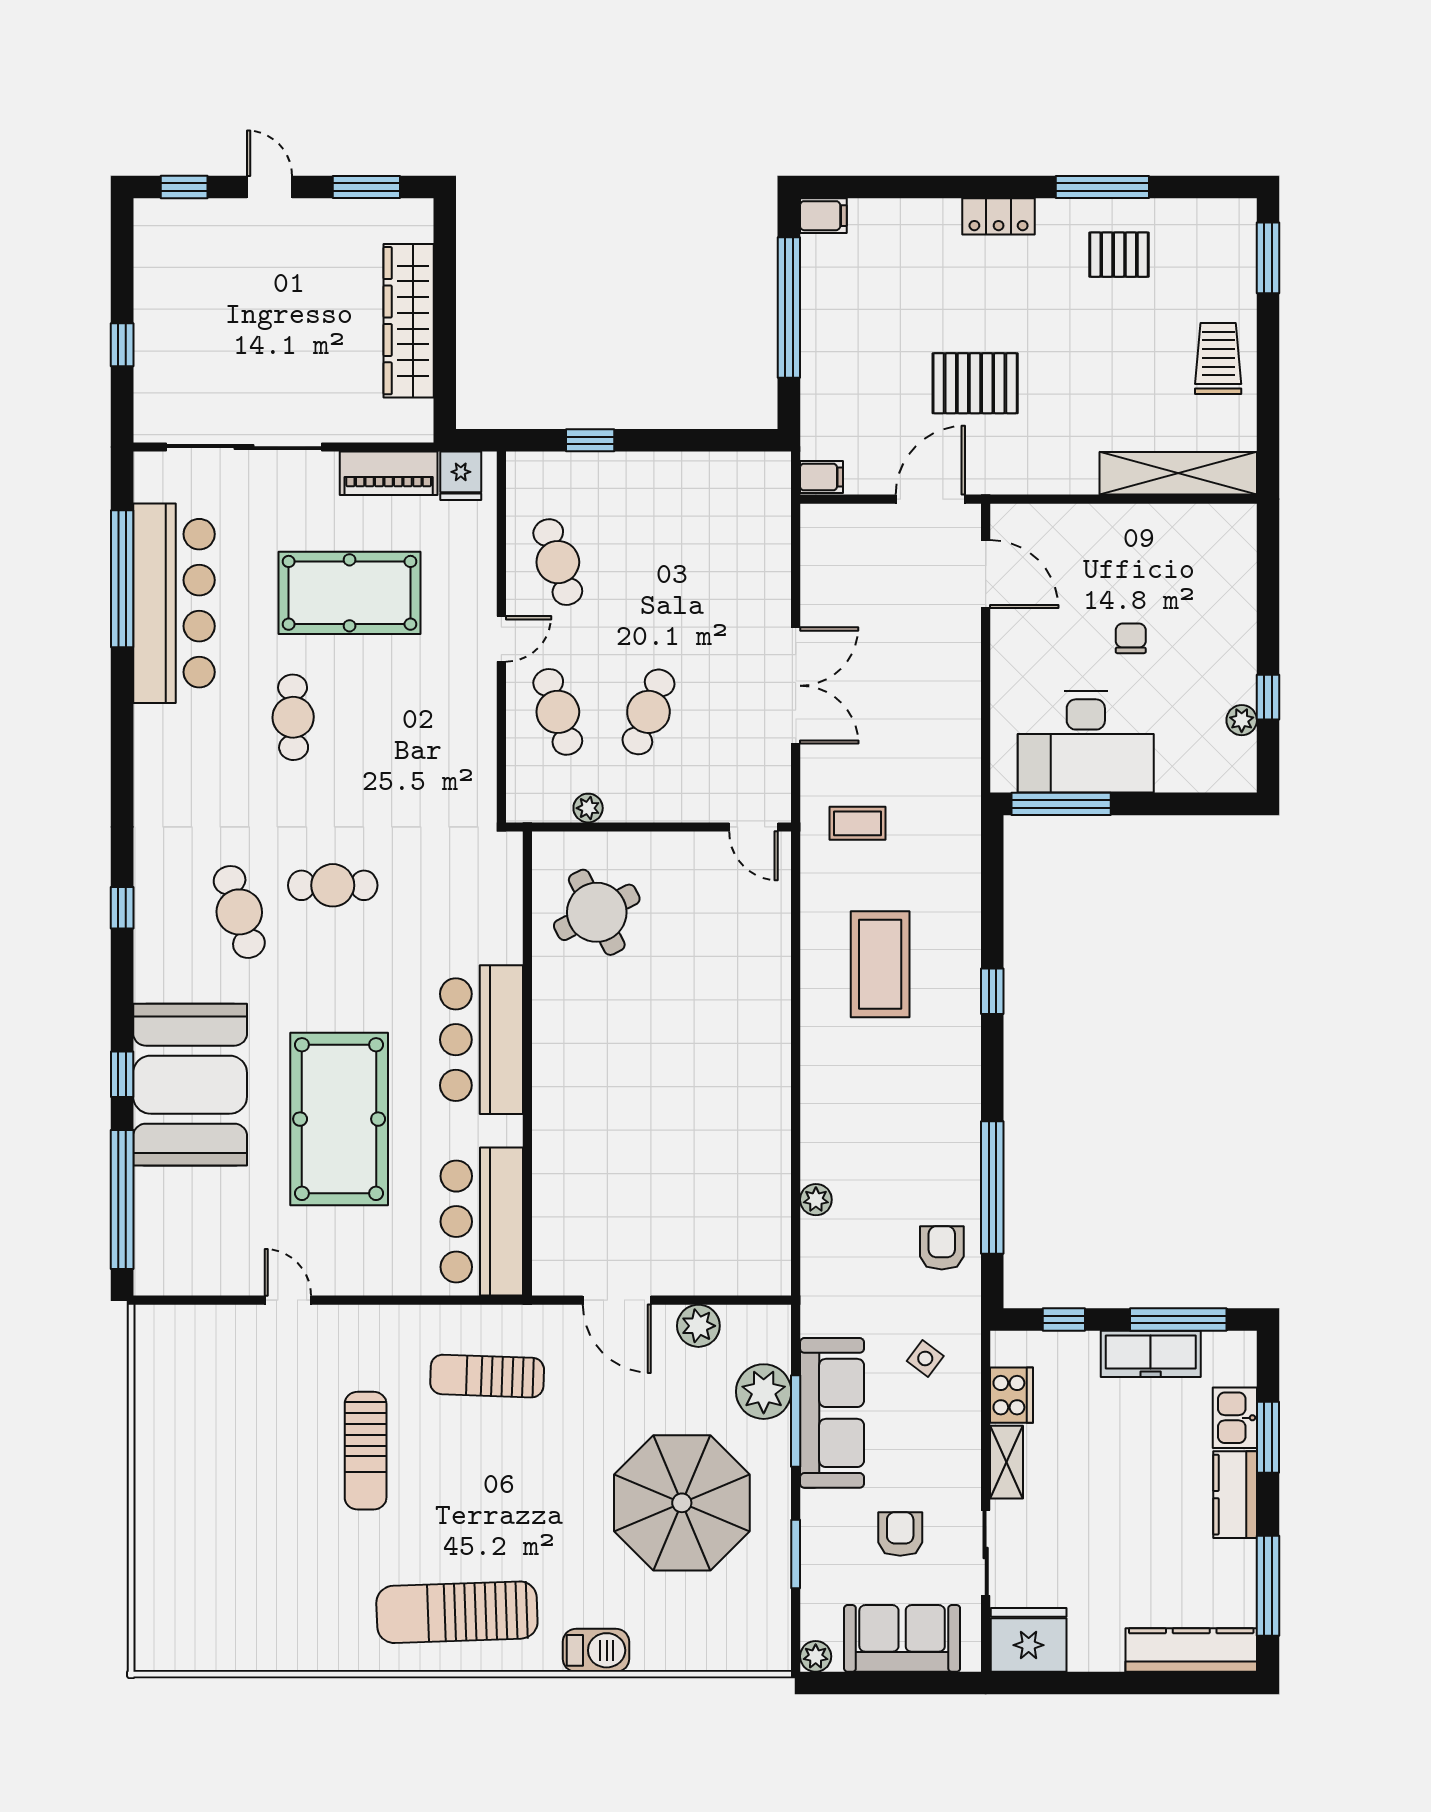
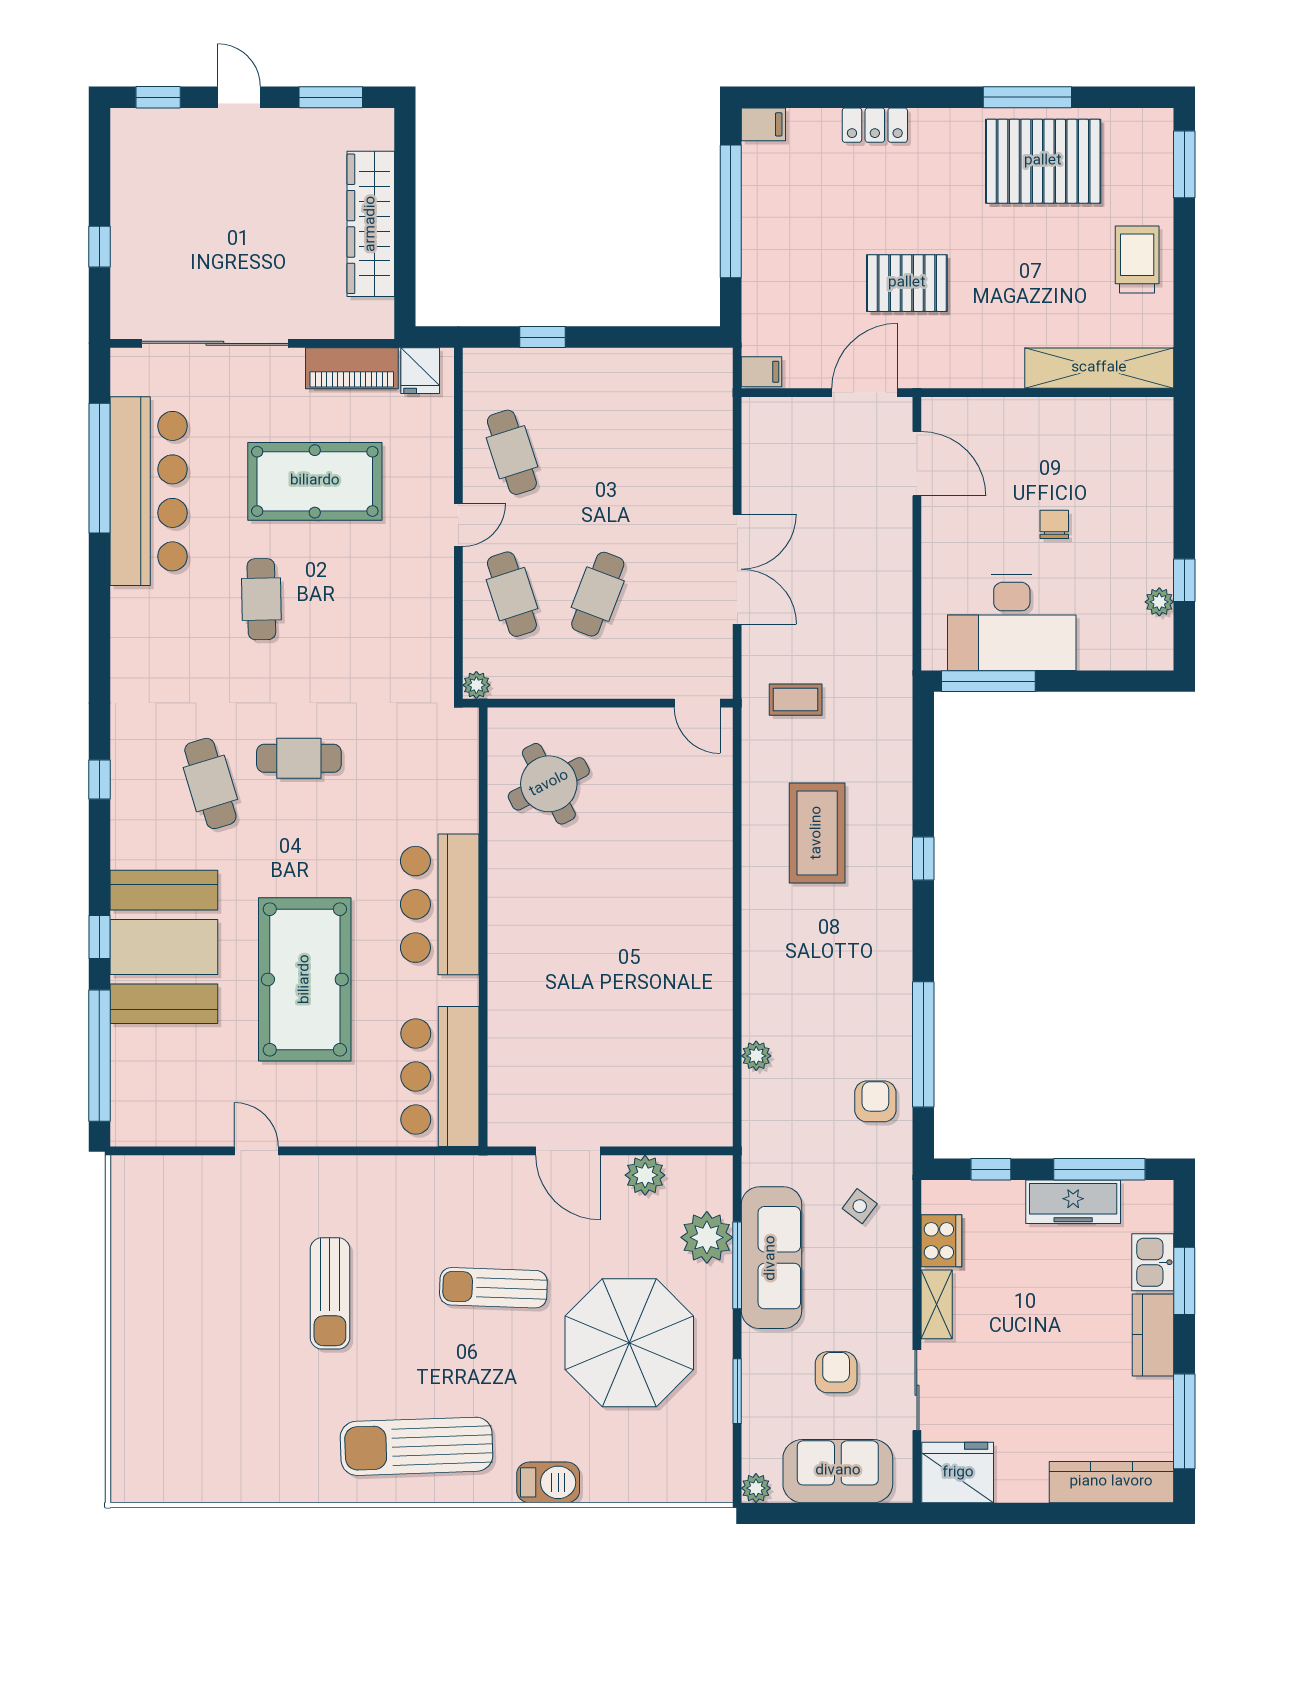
locker: (999, 216) -> (875, 125), moved
pallet: (1119, 255) -> (1043, 161), width x2.05, depth x2.00
plant: (588, 808) -> (476, 685), moved
sun lounger: (487, 1376) -> (493, 1288), moved

